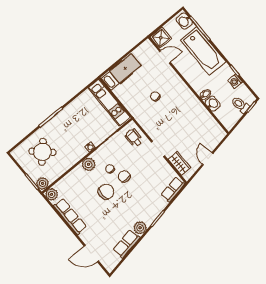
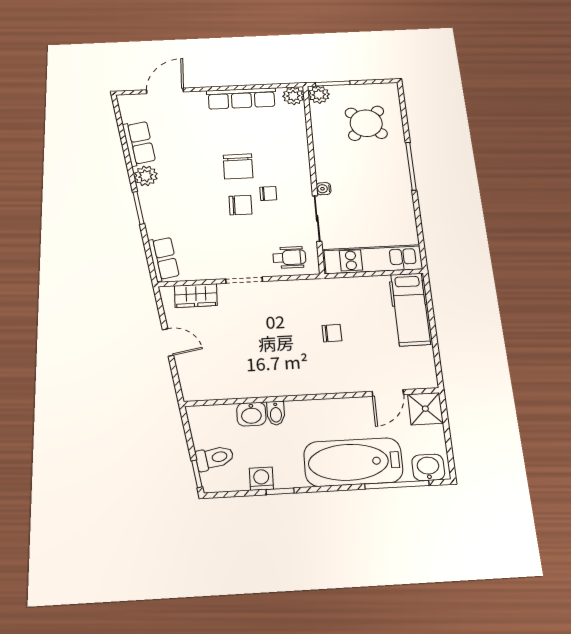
plant: (89, 164) -> (299, 170), removed

